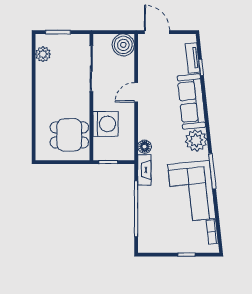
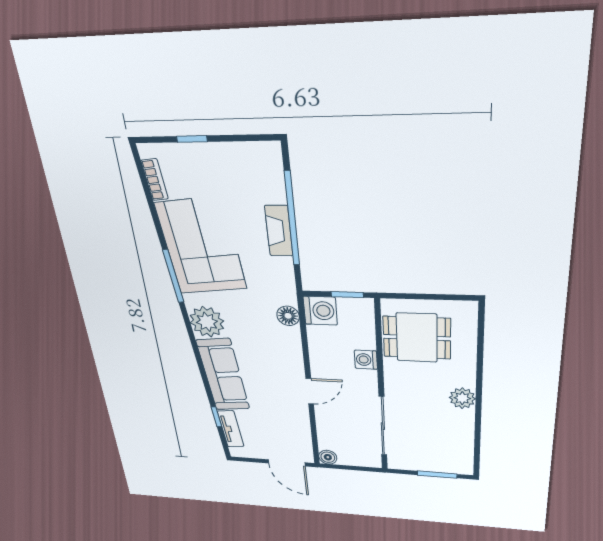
boiler: (123, 45) -> (328, 457), width x0.54, depth x0.54
plant: (43, 54) -> (462, 398), moved
washing machine: (106, 124) -> (366, 360), width x0.53, depth x0.53
washing machine: (125, 151) -> (320, 311), added
fireplace: (144, 170) -> (279, 231), moved

